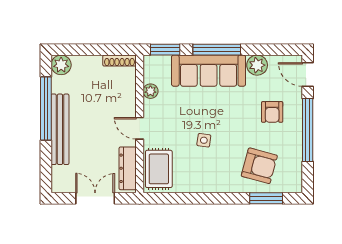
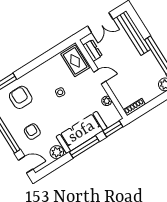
bench: (60, 129) -> (134, 33), moved
armchair: (259, 166) -> (21, 97), turned 75
dresser: (128, 168) -> (93, 50), width x0.70

